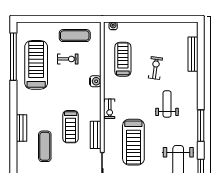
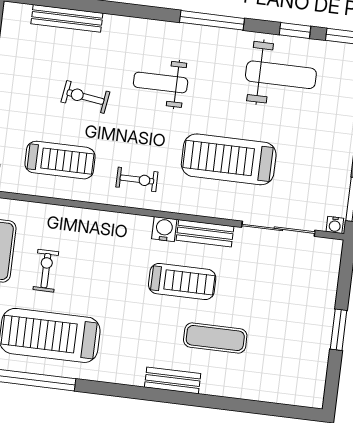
treadmill: (123, 59) -> (60, 160), turned 180
water cooler: (95, 81) -> (164, 229), moved
exercise bike: (110, 109) -> (137, 179), moved
treadmill: (133, 142) -> (229, 159), turned 180

